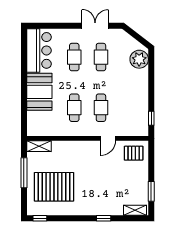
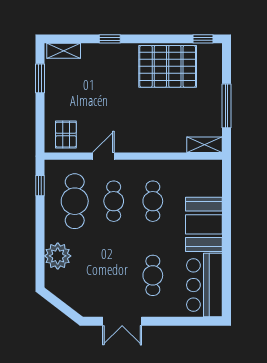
cafe table: (101, 57) -> (75, 201), moved, width x1.37, depth x1.35
plant: (139, 59) -> (58, 256), moved
pallet: (134, 153) -> (66, 135), turned 90
pallet: (54, 187) -> (168, 66), moved

